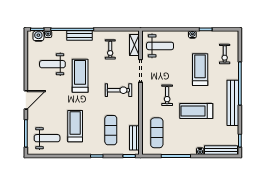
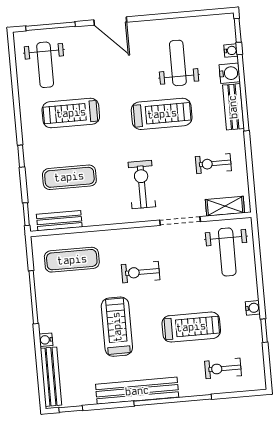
water cooler: (38, 36) -> (229, 73), moved
exercise bike: (118, 90) -> (142, 185), turned 180
treadmill: (75, 126) -> (71, 113), turned 180

